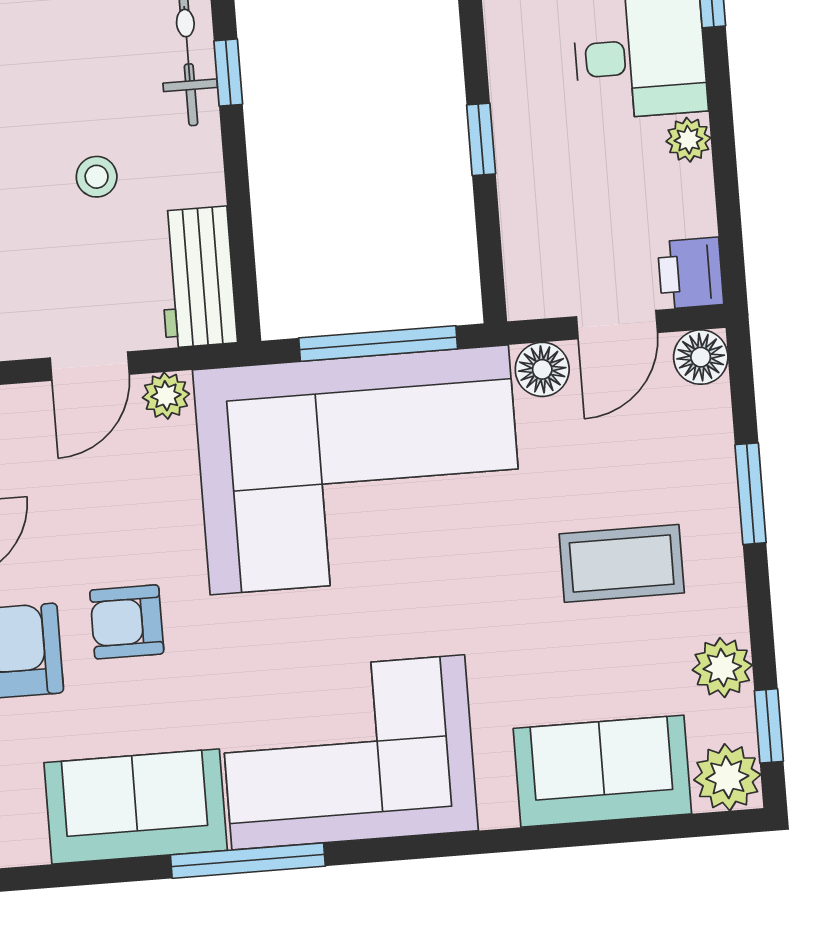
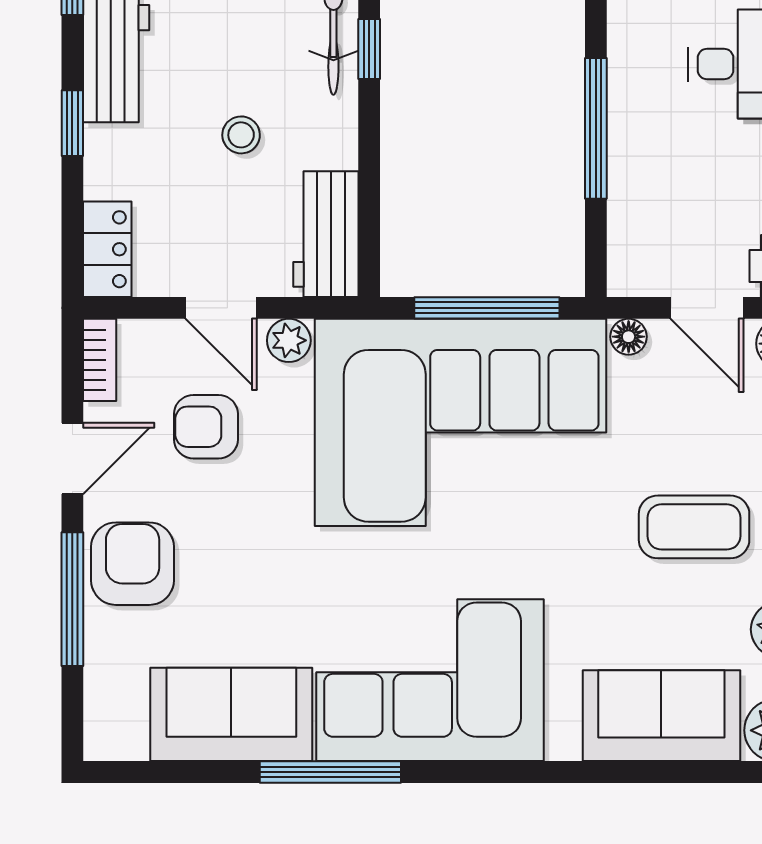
window: (481, 139) -> (596, 128), width x2.17
door: (617, 325) -> (707, 308), hinge flipped
door: (90, 366) -> (221, 308), hinge flipped
floor lamp: (542, 369) -> (629, 337), width x0.73, depth x0.73
armchair: (127, 622) -> (206, 427), moved

